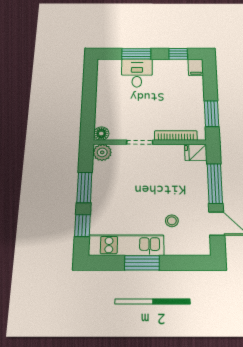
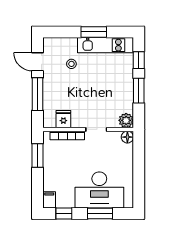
desk: (137, 73) -> (99, 190), width x1.87, depth x1.30
fridge: (196, 152) -> (63, 119), moved, turned -90

